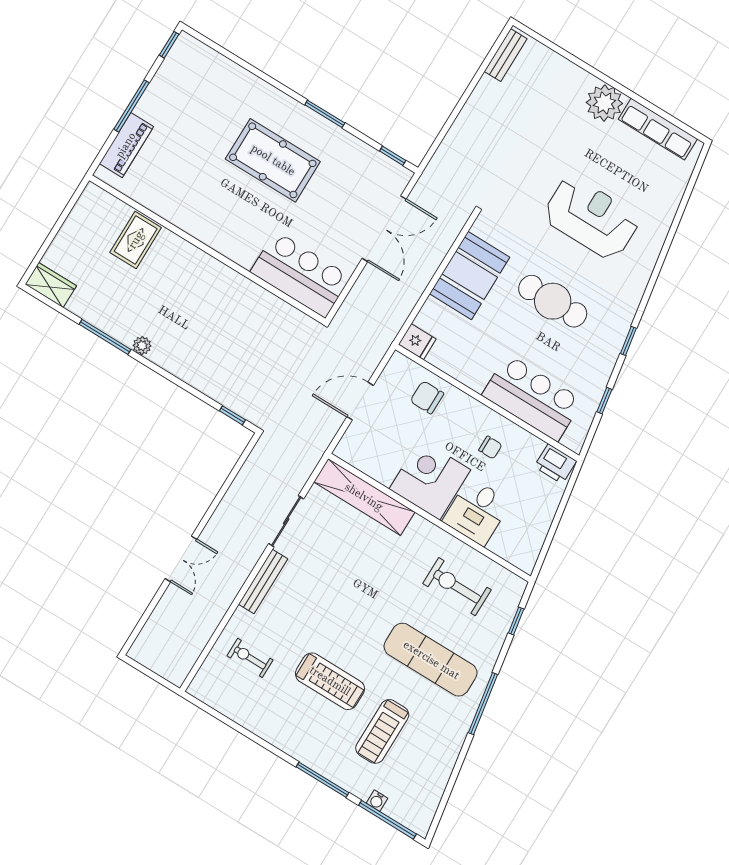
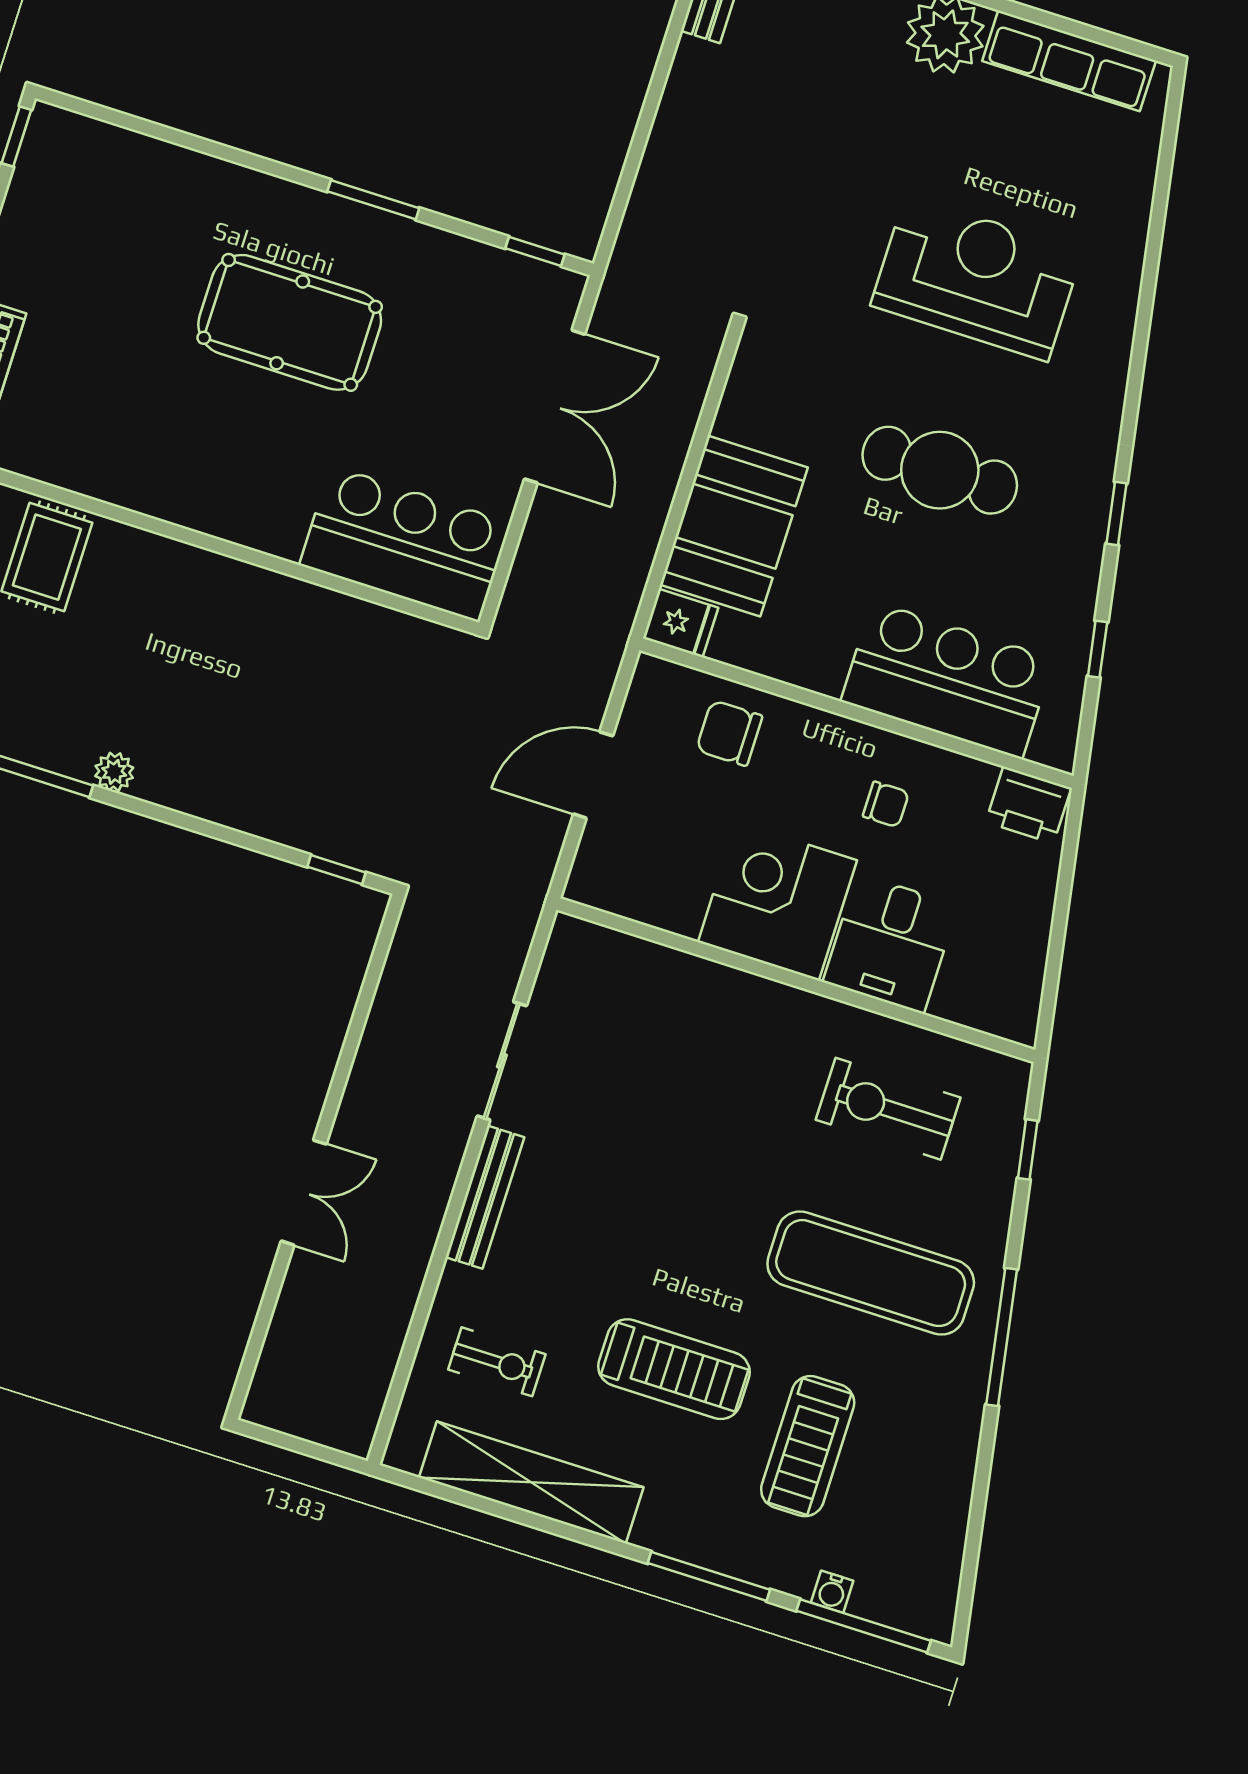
booth: (470, 275) -> (734, 526), moved
shelving: (364, 497) -> (531, 1482), moved
exercise bike: (250, 658) -> (497, 1362), turned 180

